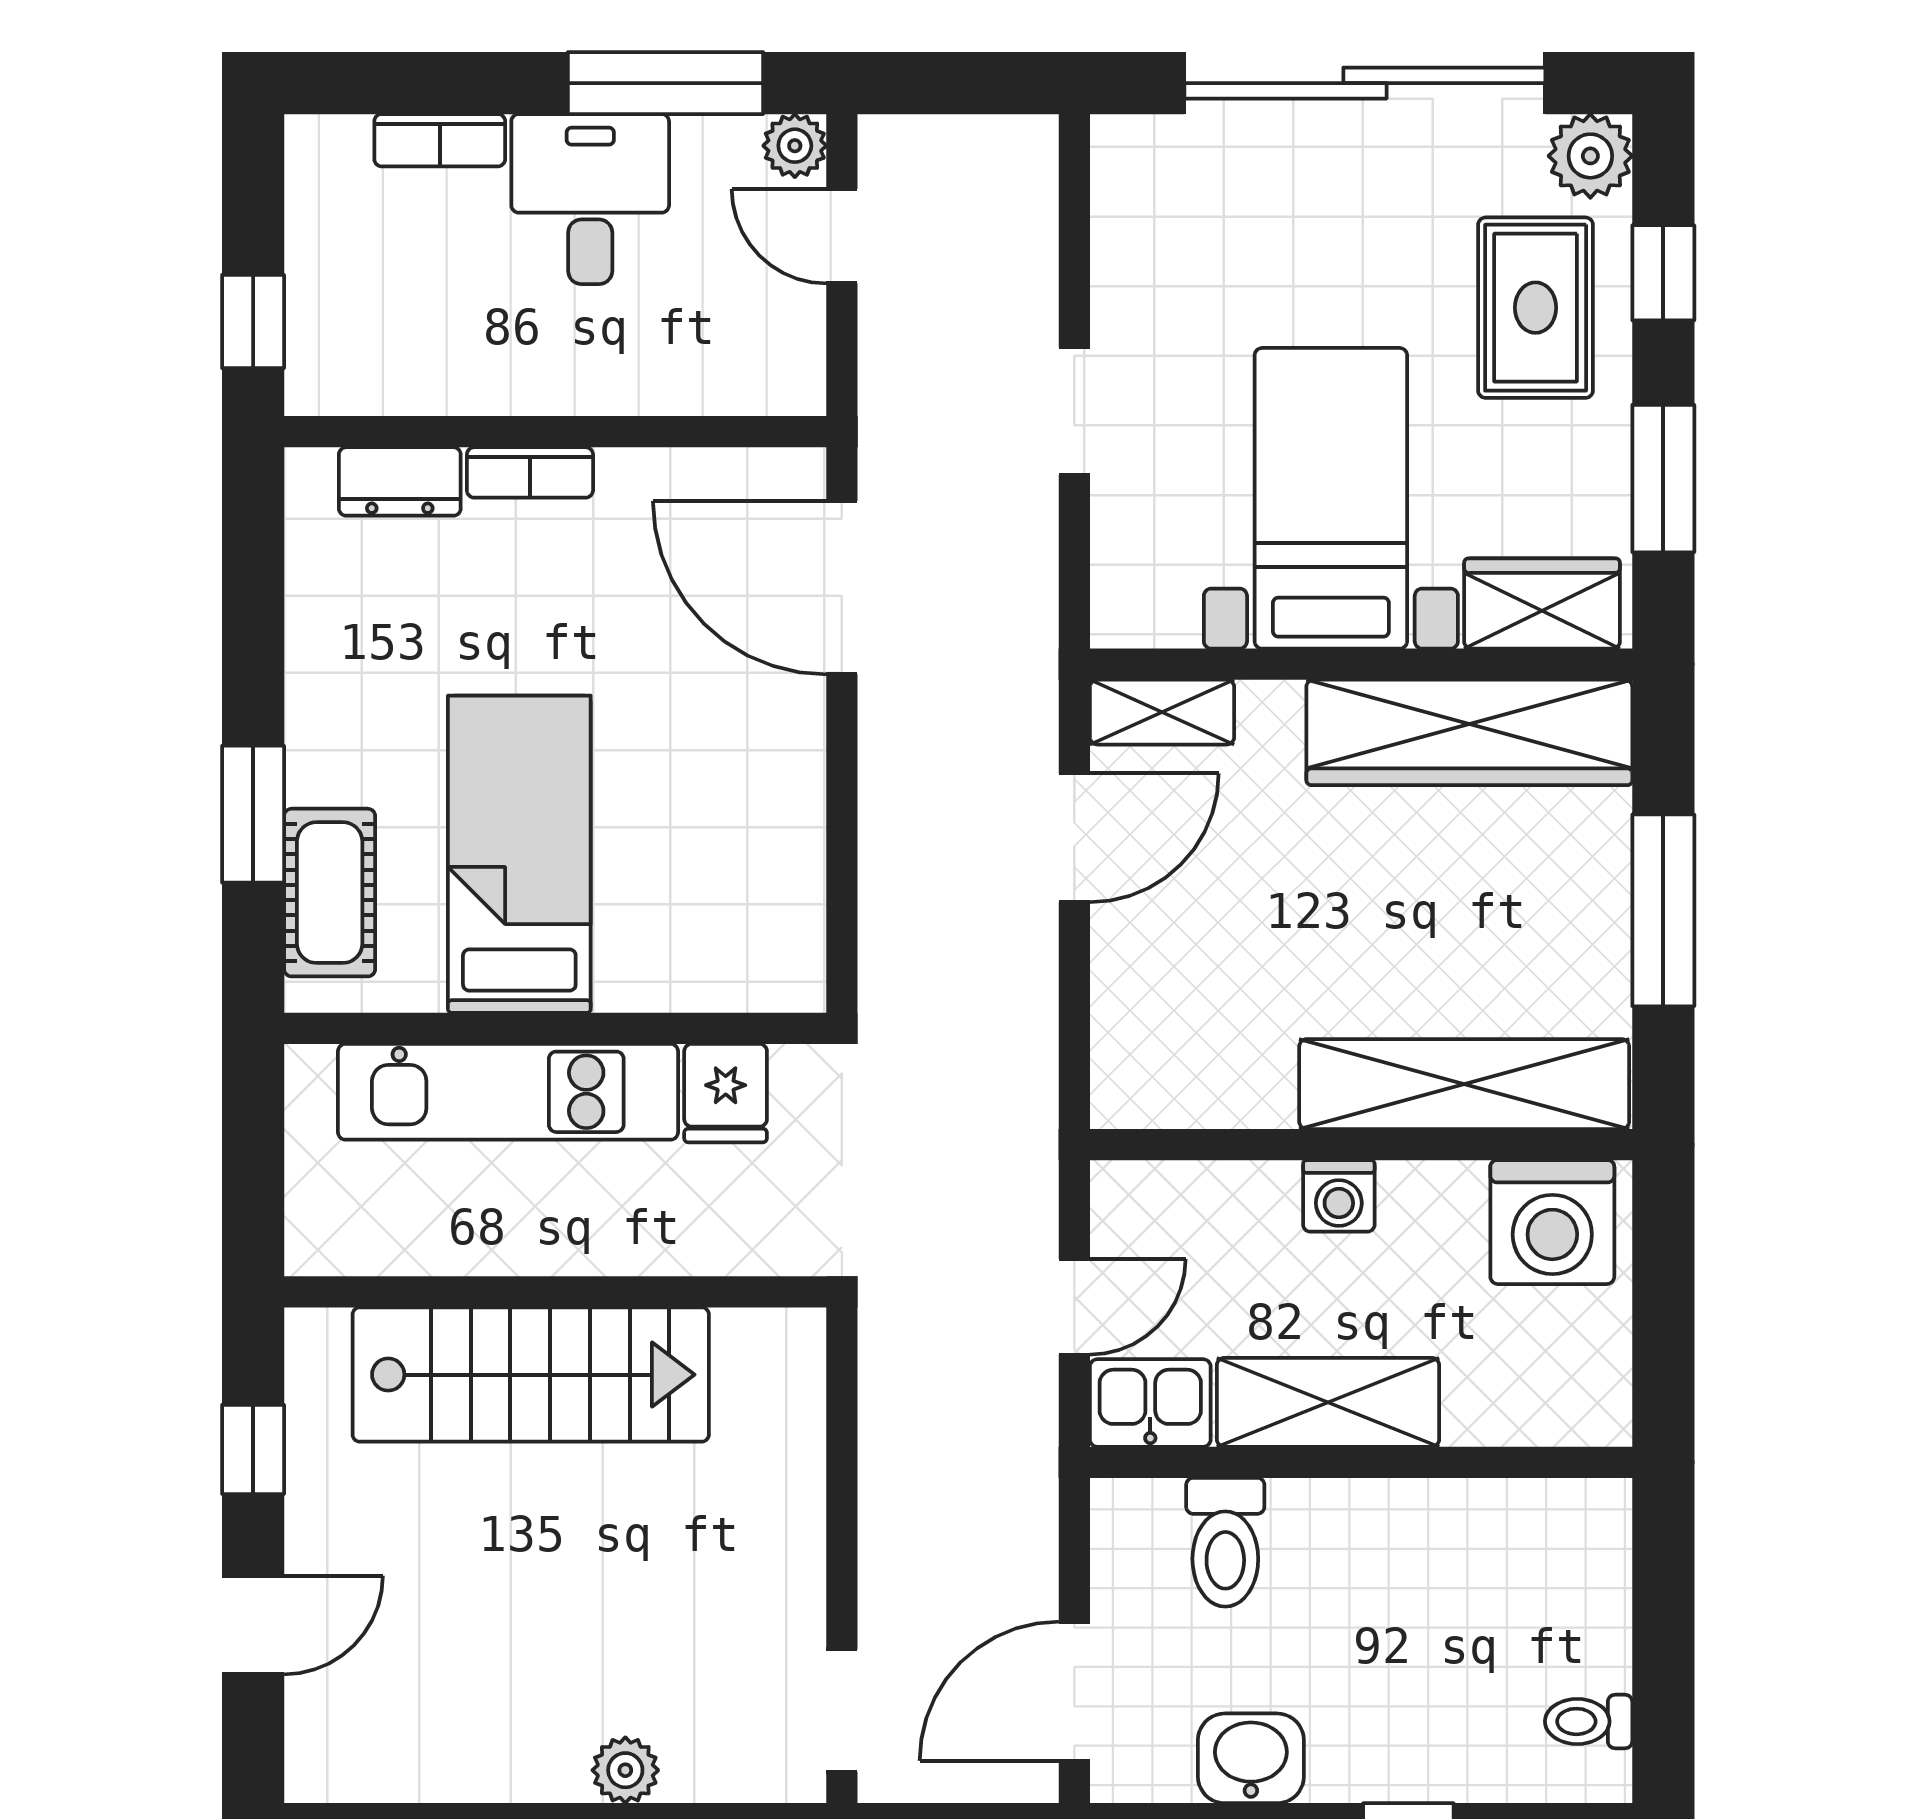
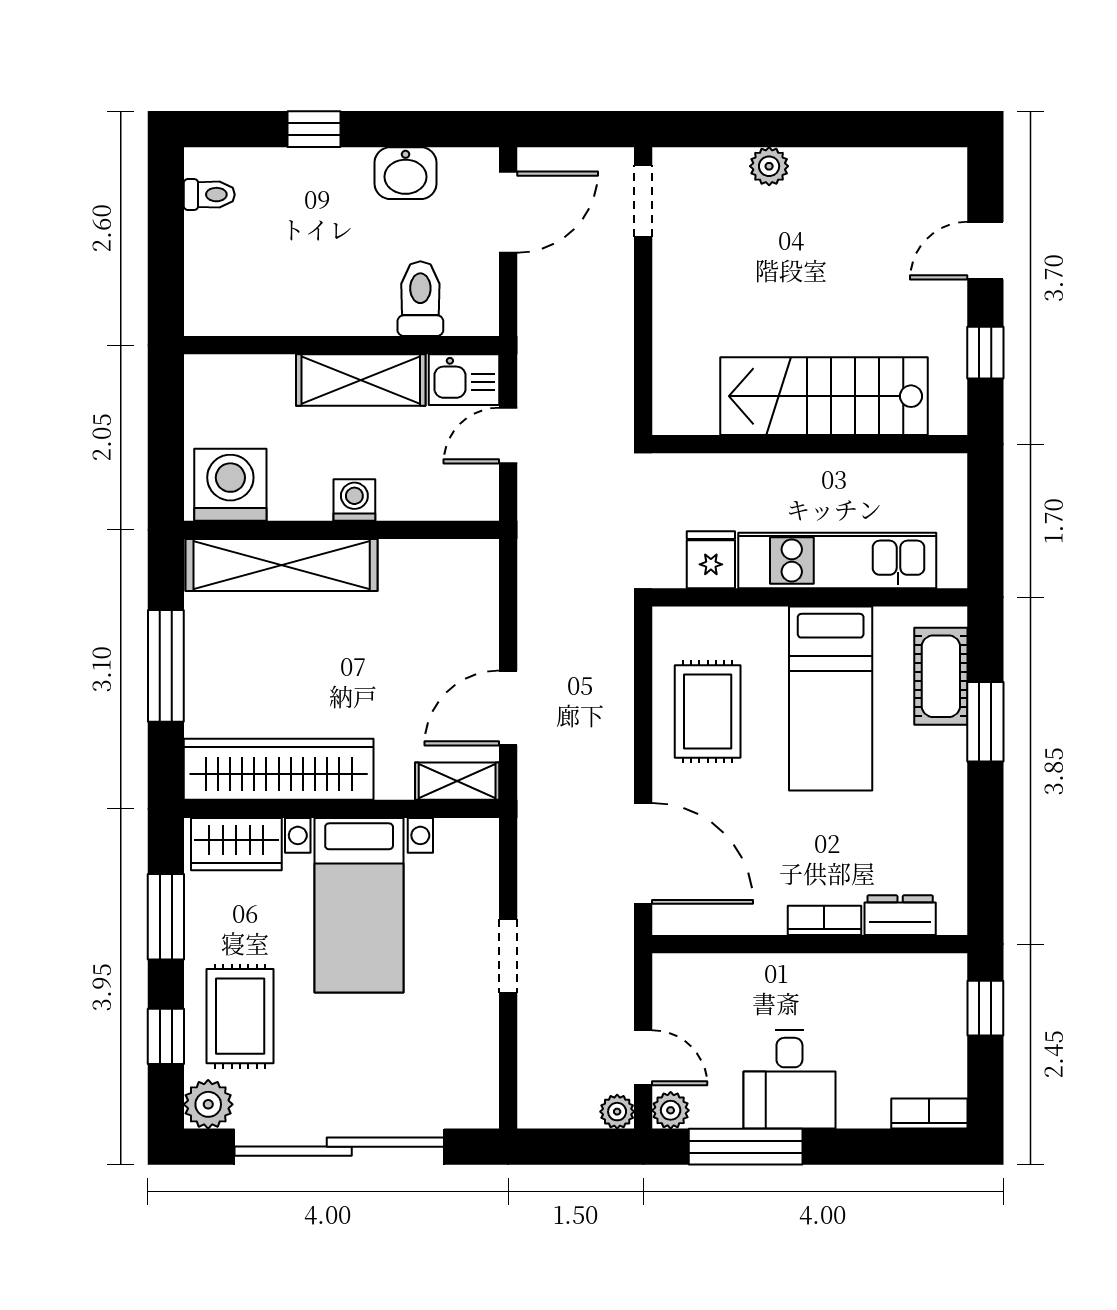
bookcase: (440, 140) -> (929, 1113), moved
plant: (887, 143) -> (617, 1112), added
rug: (731, 832) -> (708, 712), added

